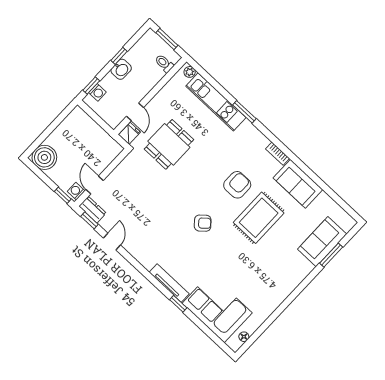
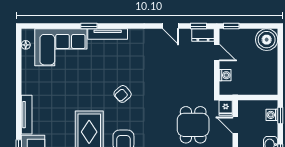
washing machine: (76, 191) -> (225, 75), moved
tv unit: (296, 279) -> (27, 115), added

